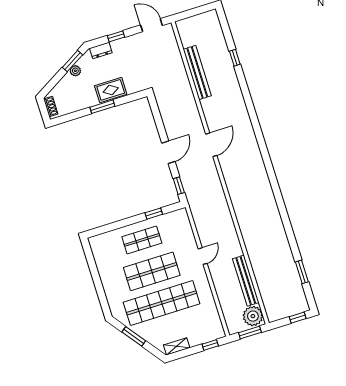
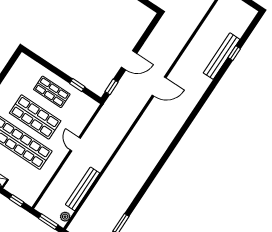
bench: (197, 72) -> (222, 56), moved
door: (203, 256) -> (75, 144), swing flipped
plant: (253, 316) -> (65, 217), width x0.53, depth x0.53

